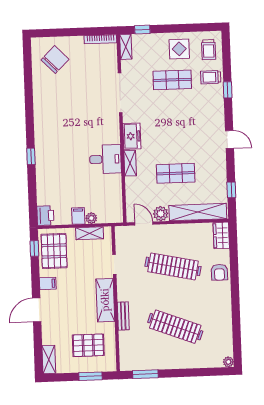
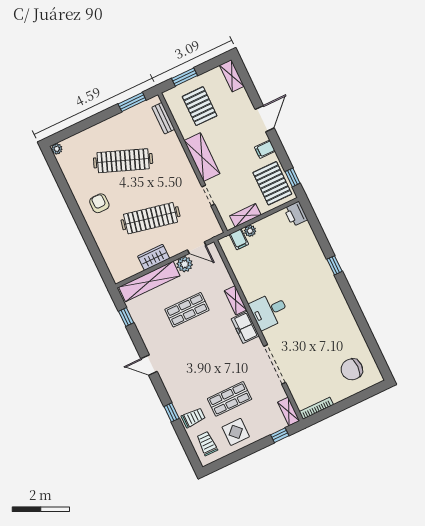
chair: (55, 60) -> (352, 369), turned 44
desk: (105, 159) -> (269, 311), moved
filing cabinet: (78, 216) -> (239, 239), moved
wardrobe: (221, 235) -> (154, 257), moved, turned -90
armchair: (219, 272) -> (99, 203), moved
bench: (123, 316) -> (163, 118), moved
pallet: (88, 345) -> (200, 106), turned 90

